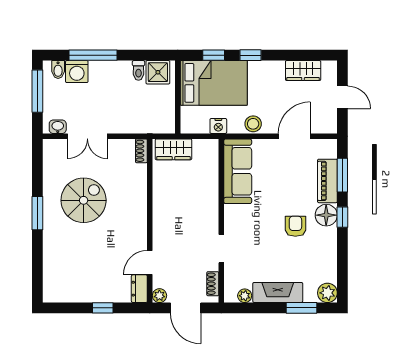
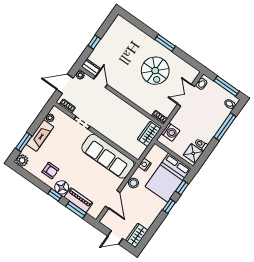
wardrobe: (303, 71) -> (137, 235), moved
washing machine: (77, 72) -> (170, 132), moved, turned 180
sofa: (238, 171) -> (108, 156), width x1.36, depth x1.27
armchair: (295, 226) -> (50, 171), moved

